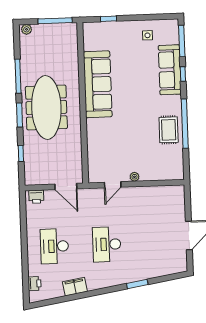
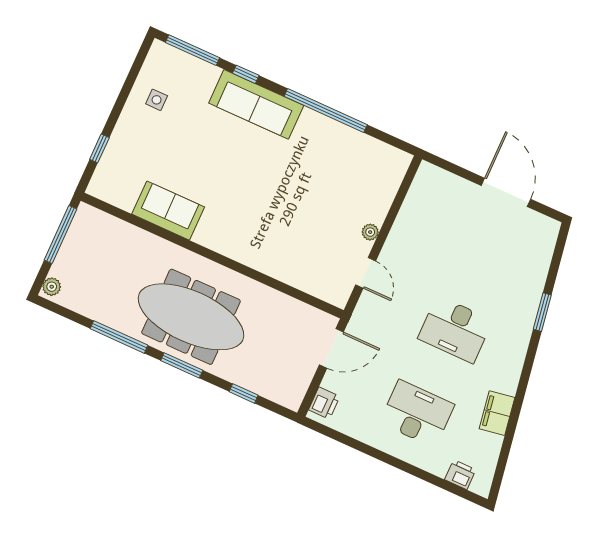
sofa: (170, 70) -> (256, 104), moved
sofa: (98, 84) -> (168, 211), width x0.54, depth x0.79
rug: (169, 130) -> (323, 141), removed
desk: (54, 246) -> (417, 414), turned 180

